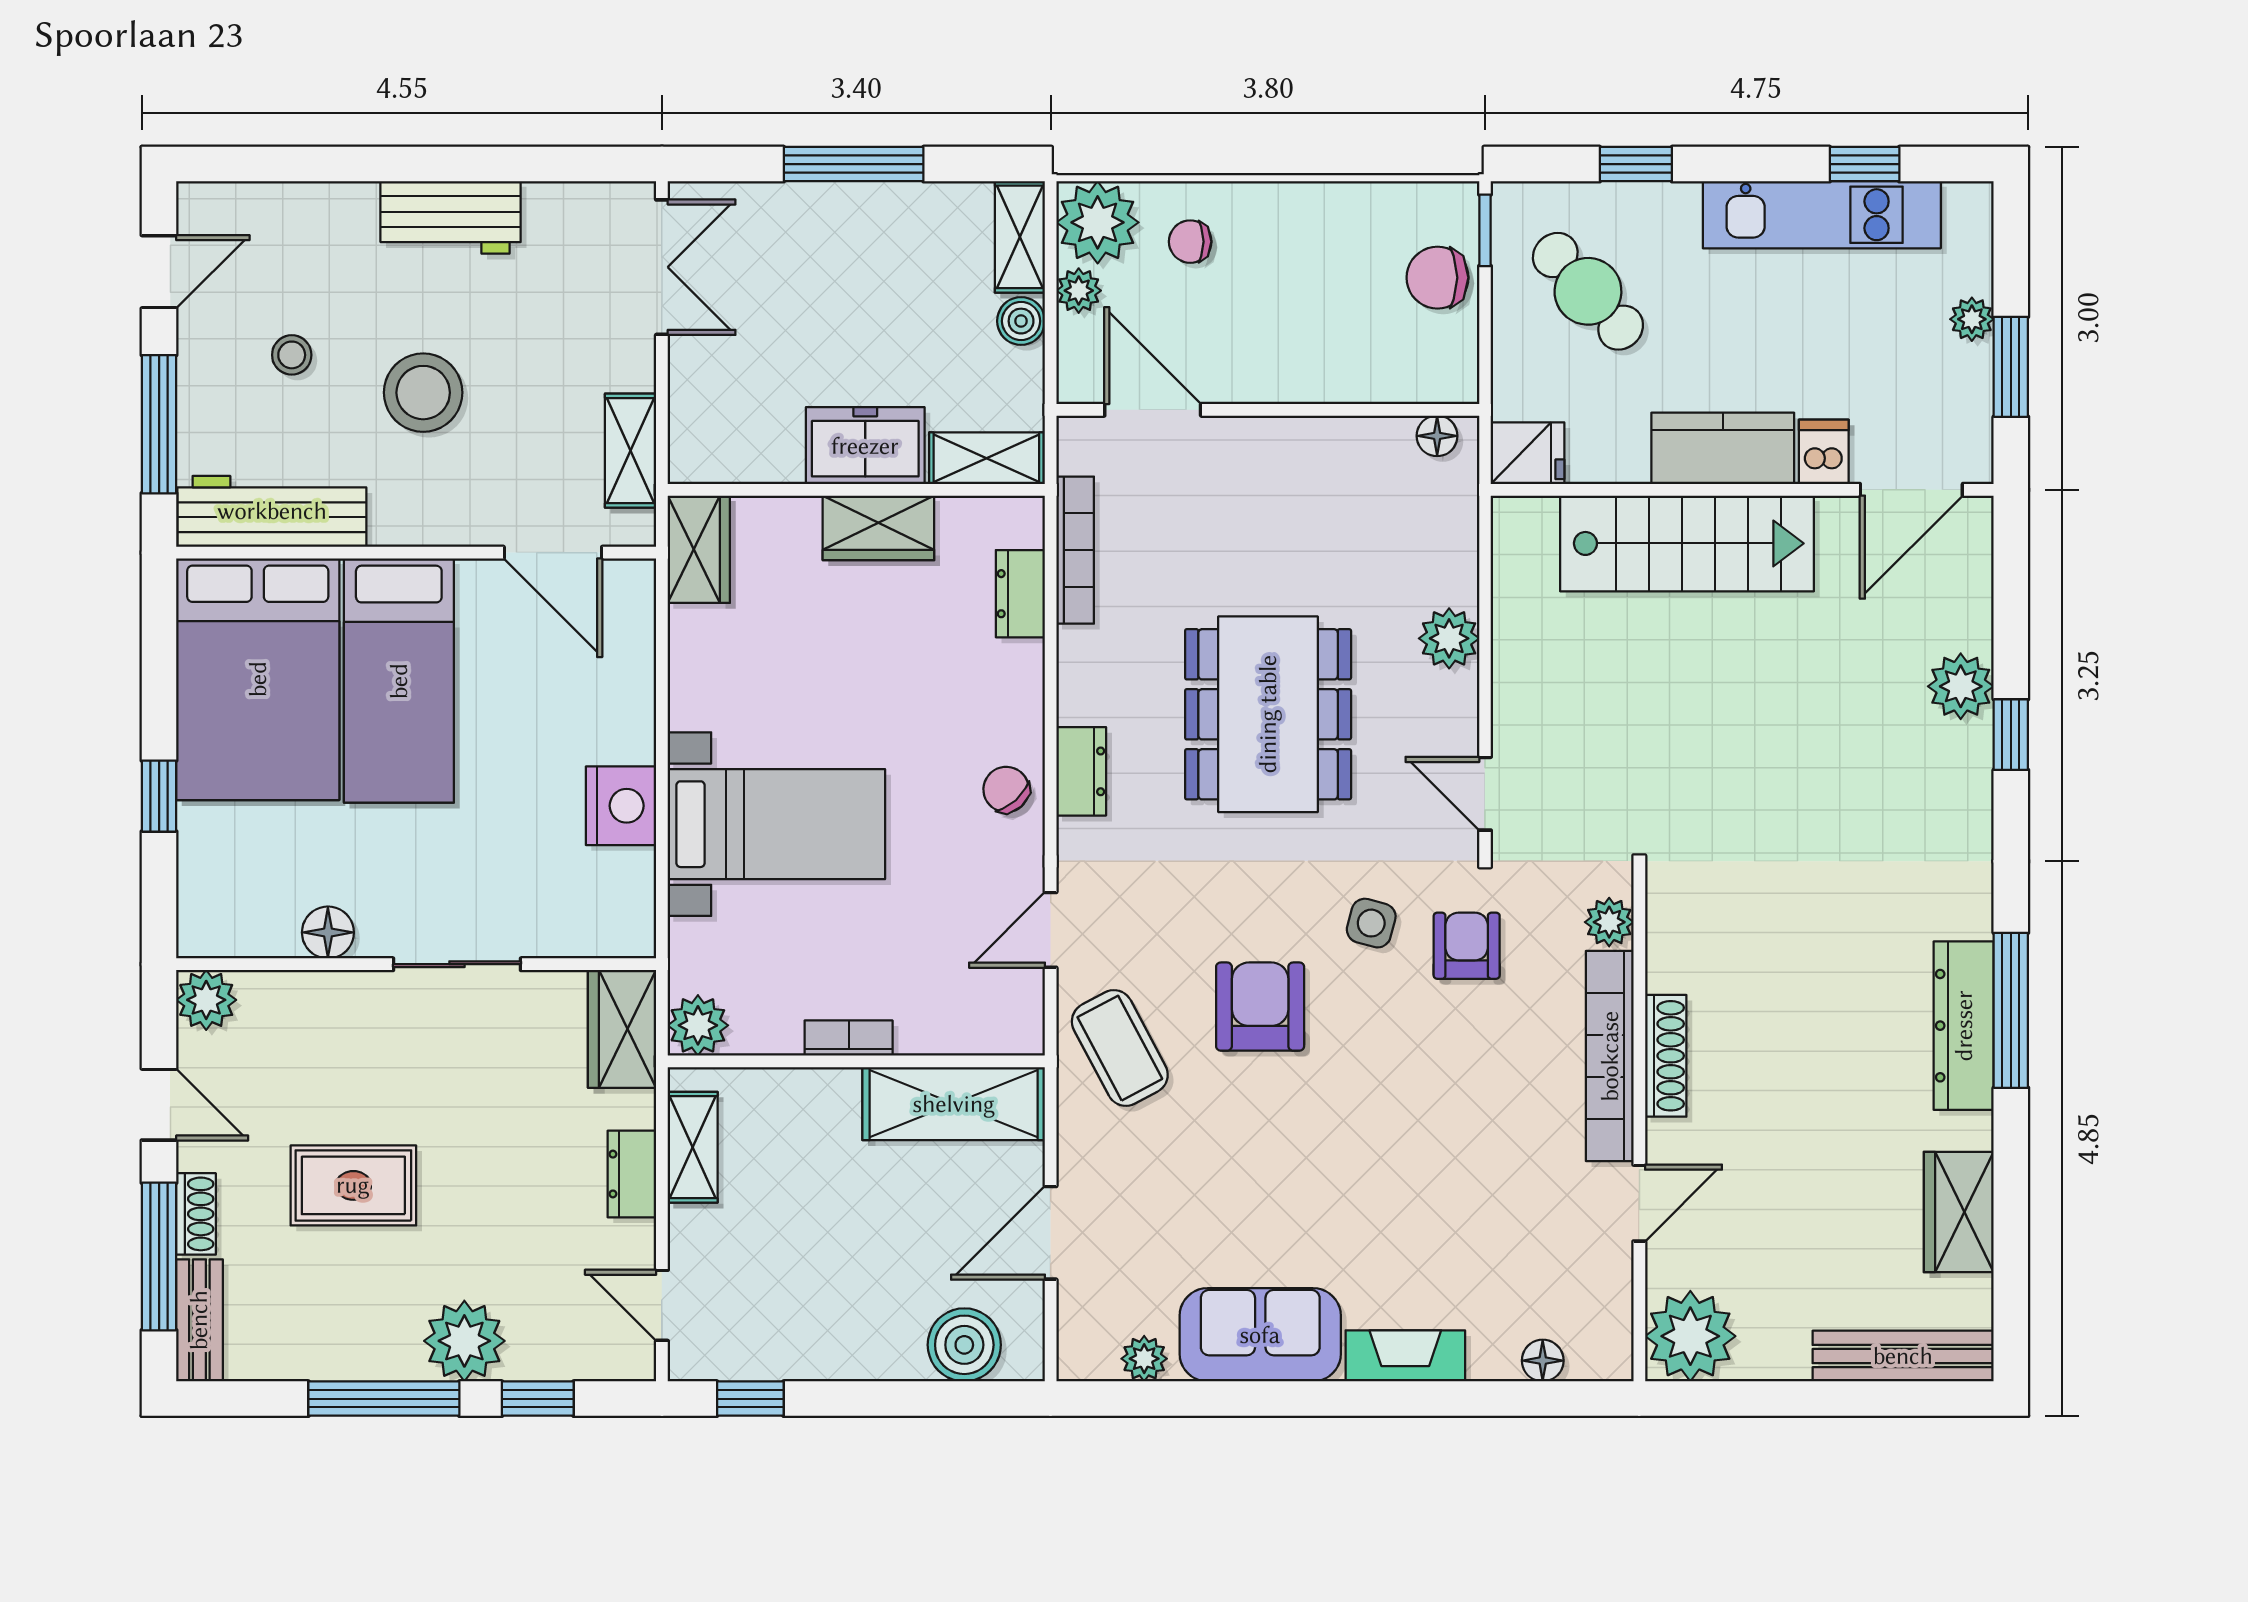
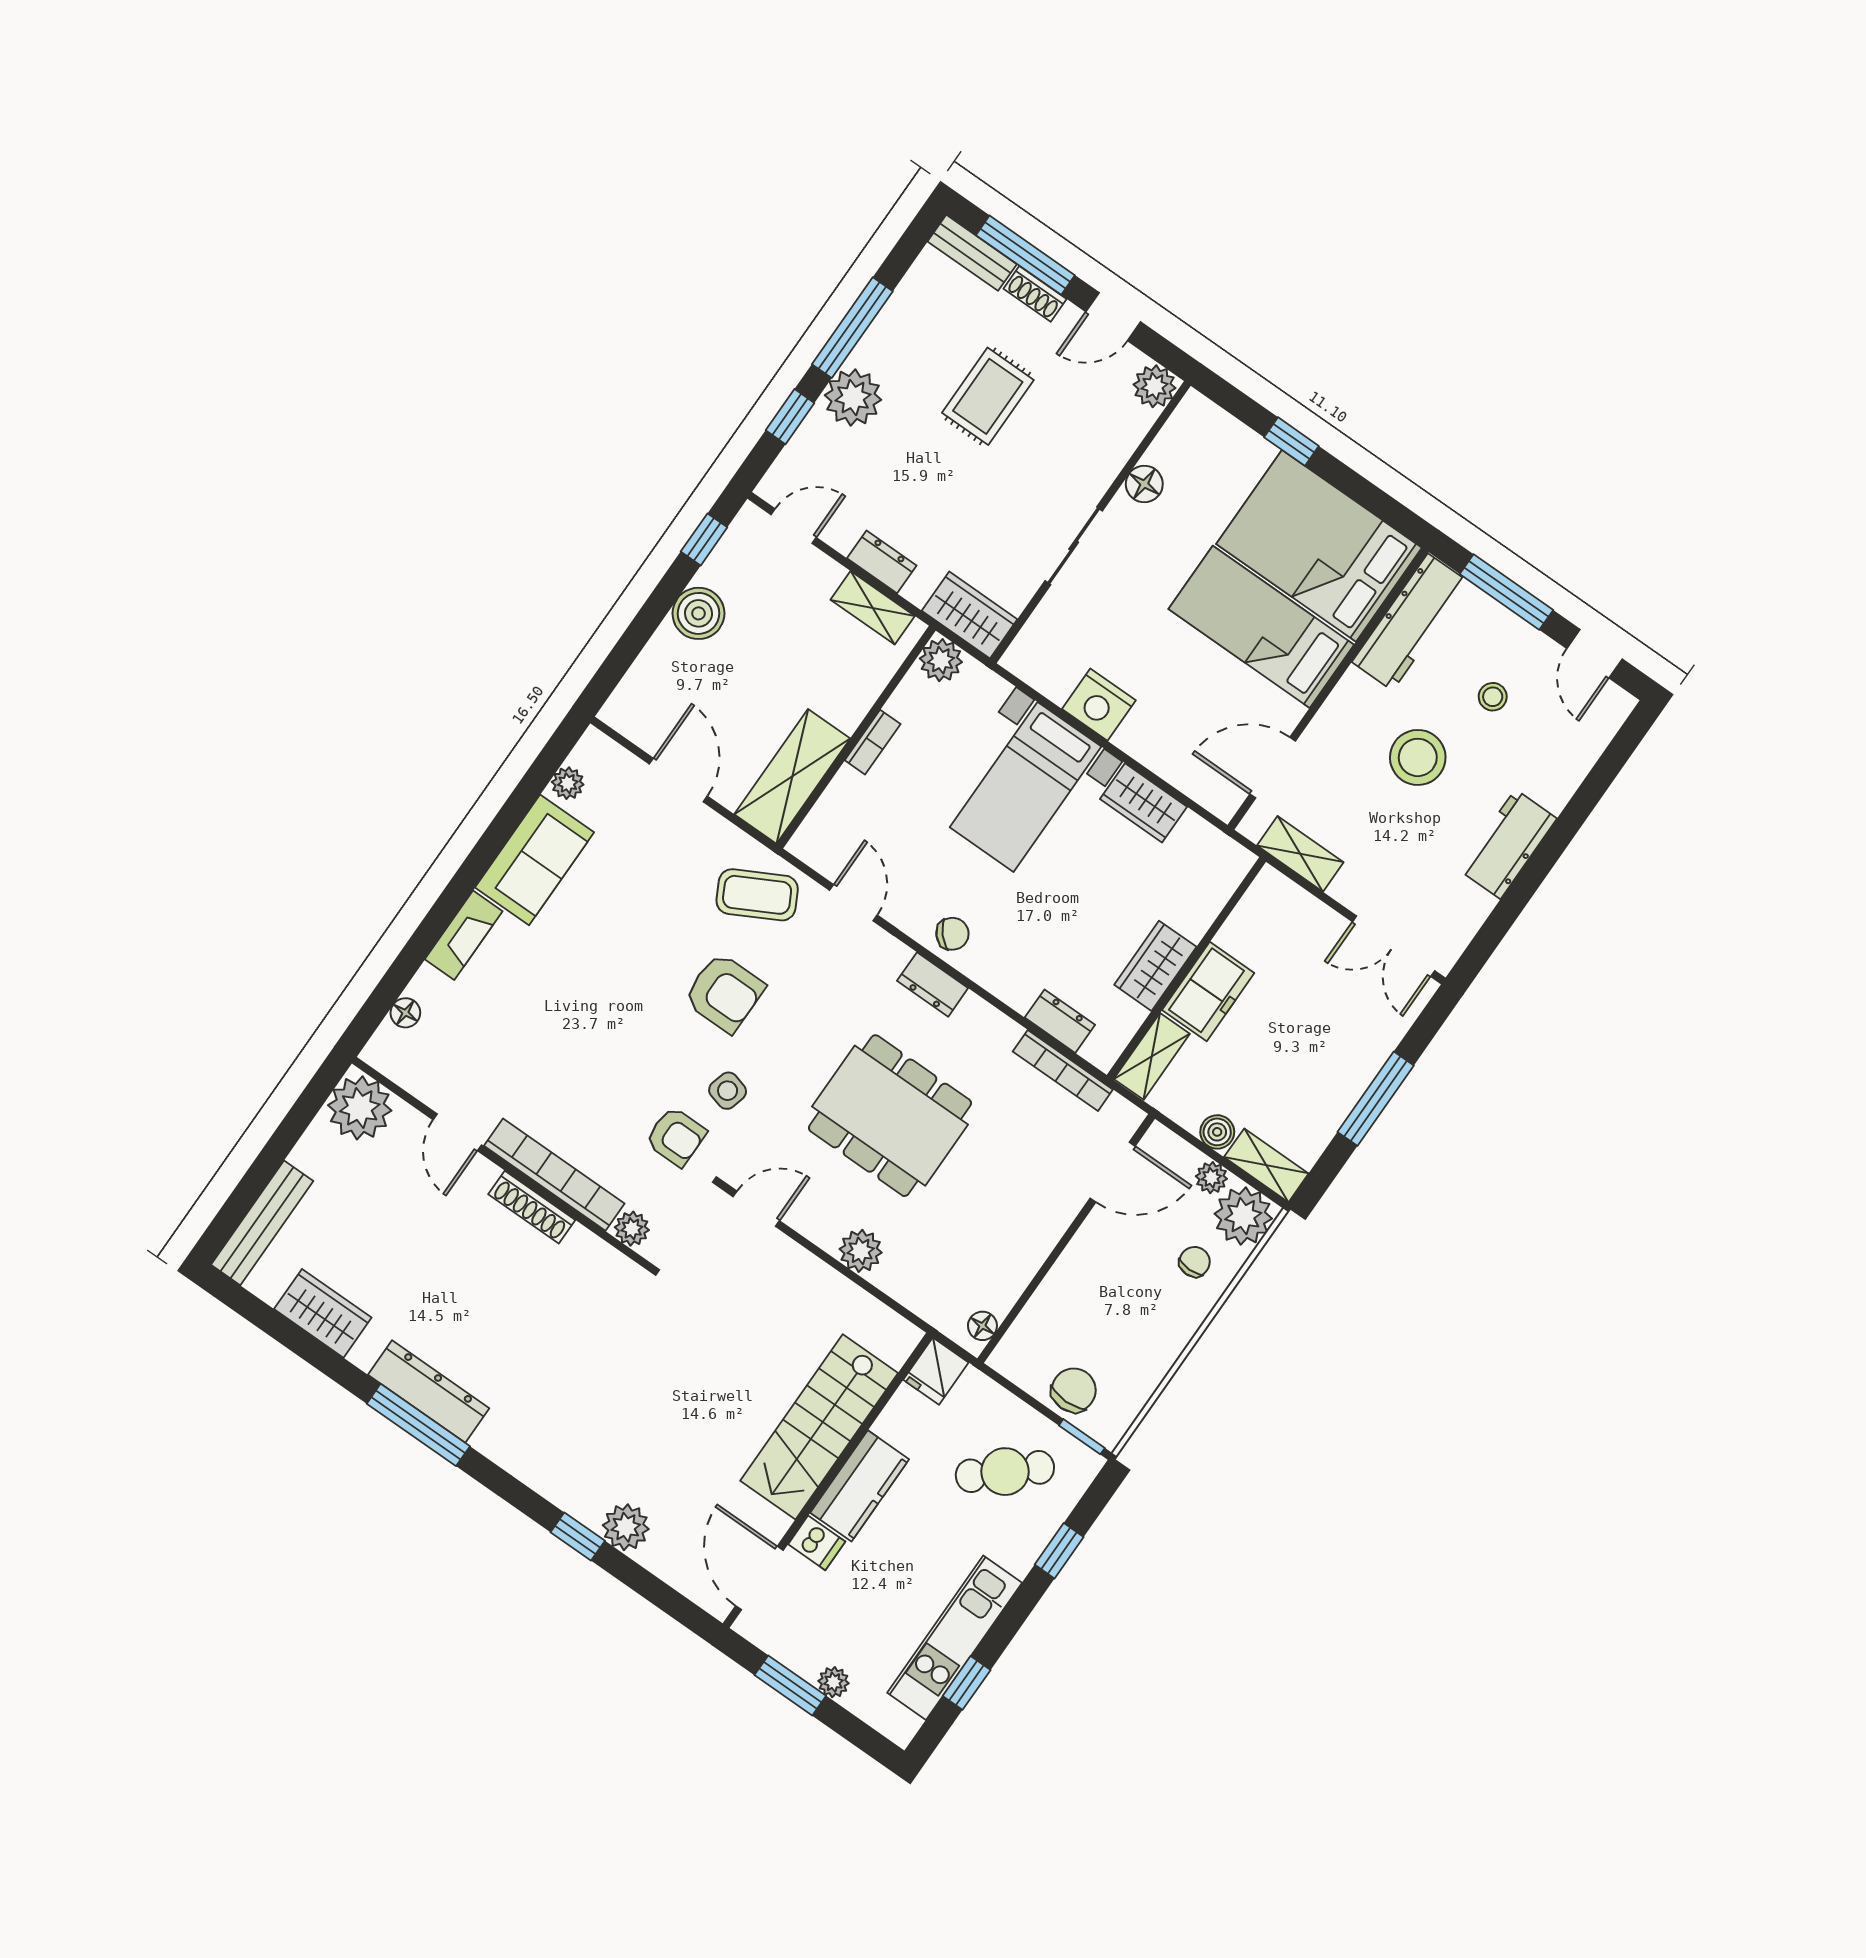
wardrobe: (699, 549) -> (1144, 803), moved
boiler: (964, 1345) -> (699, 613), moved

